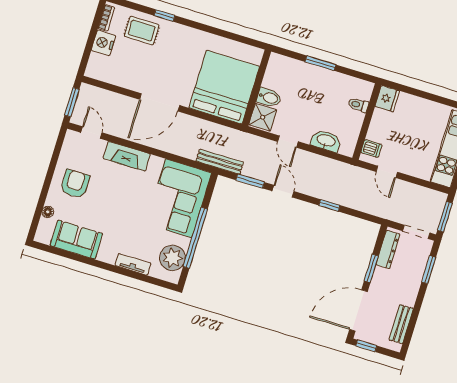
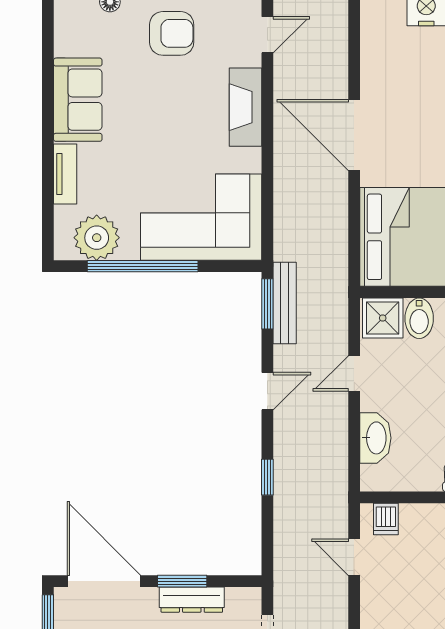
bench: (220, 162) -> (285, 303), moved
door: (387, 172) -> (354, 557), hinge flipped
window: (250, 181) -> (267, 304), moved
sofa: (76, 240) -> (78, 100), moved
dresser: (388, 249) -> (192, 600), moved

